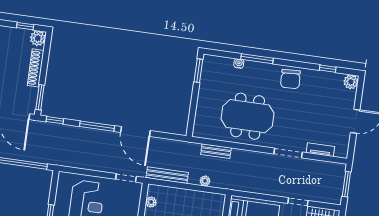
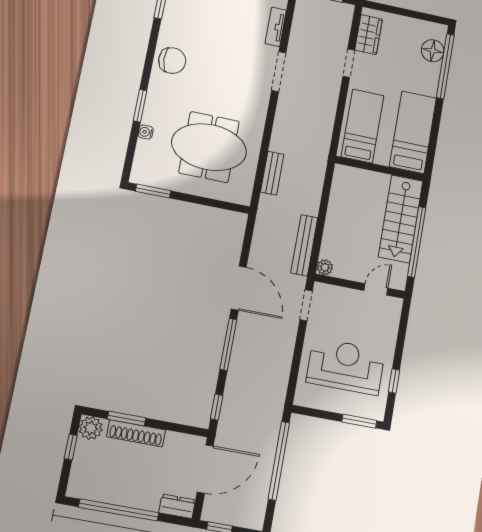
window: (257, 59) -> (140, 106), width x0.69
window: (40, 97) -> (127, 418), moved
meeting table: (248, 116) -> (209, 147), moved, turned 90
door: (135, 132) -> (239, 288), hinge flipped
plant: (205, 181) -> (315, 192), removed
plant: (151, 202) -> (325, 267), moved

